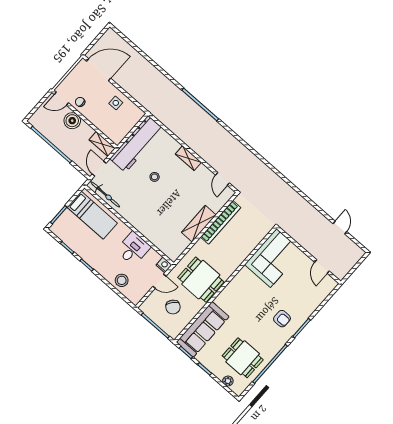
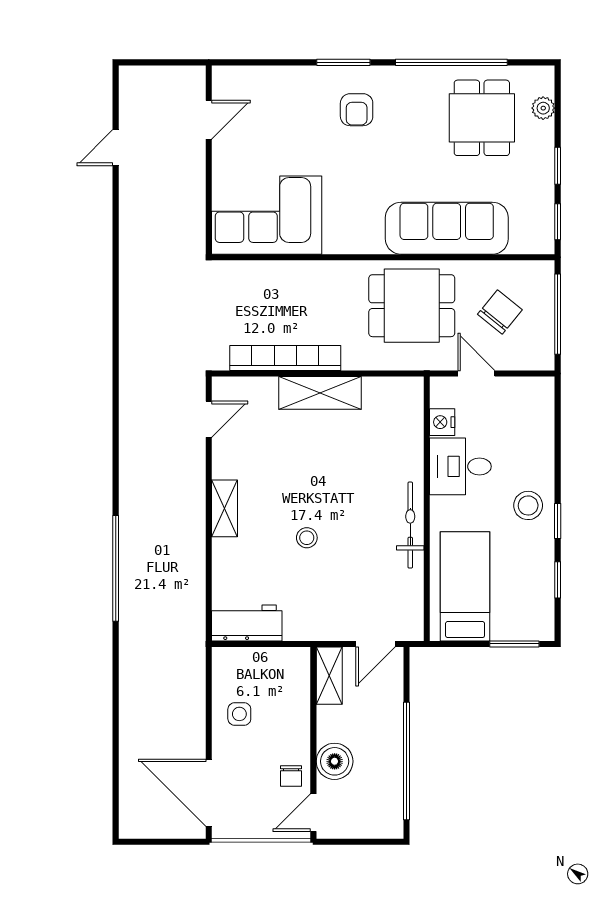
door: (61, 99) -> (313, 813), swing flipped
workbench: (137, 144) -> (247, 623), width x0.53, depth x0.76
bicycle: (105, 194) -> (410, 525), moved
nightstand: (164, 265) -> (442, 422), moved
stool: (122, 280) -> (528, 505), moved
dining table: (201, 280) -> (412, 306), turned 90
armchair: (282, 319) -> (357, 110), turned 180
sofa: (203, 329) -> (447, 228), moved

